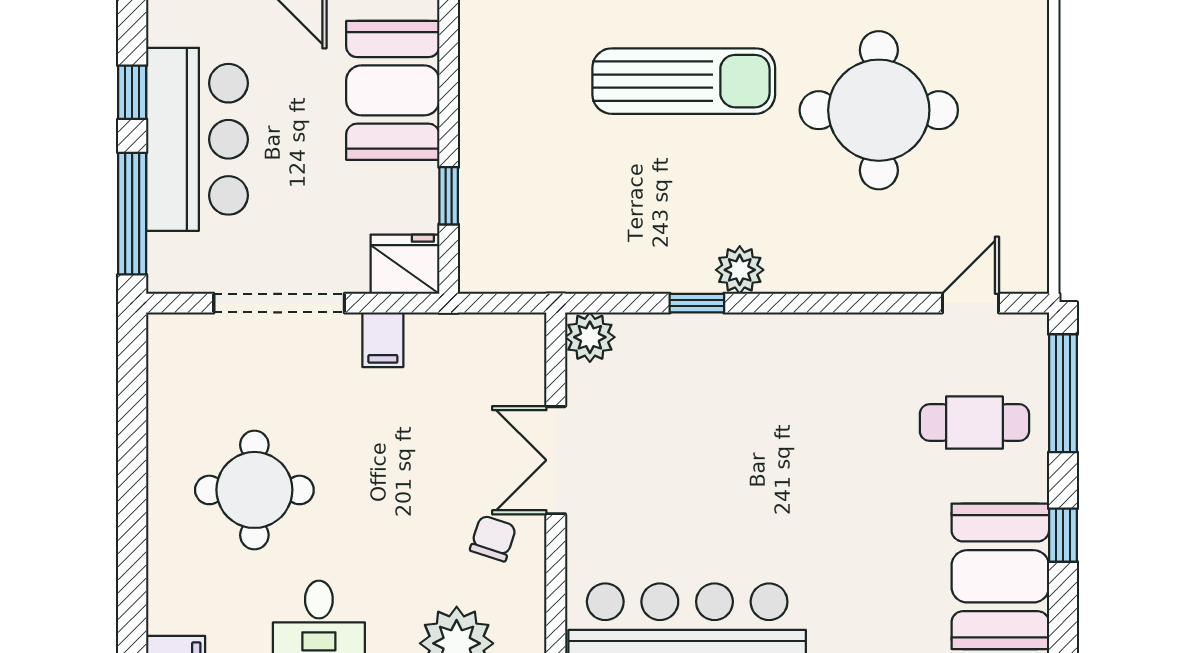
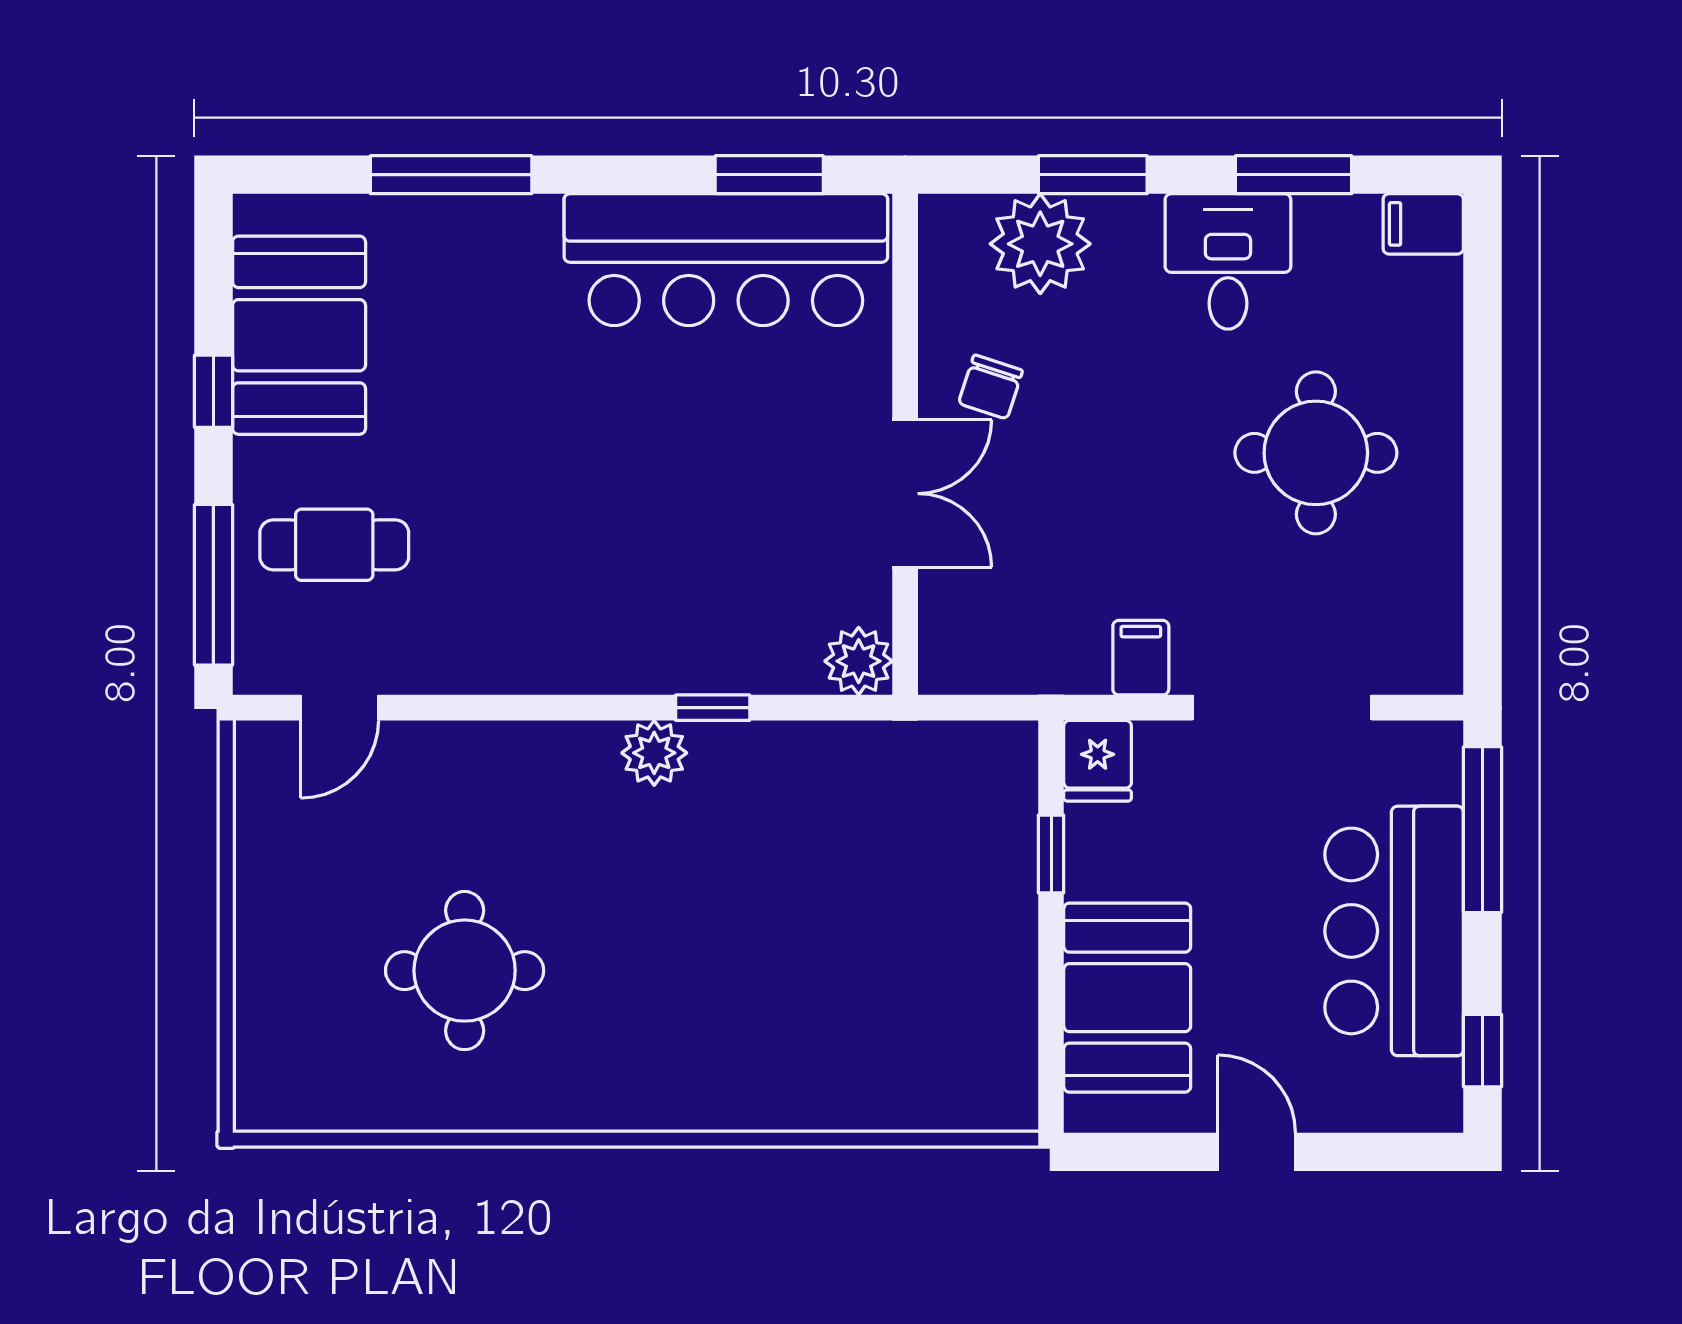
sun lounger: (684, 81) -> (731, 1010), removed
window: (132, 92) -> (1483, 1051), moved
round table: (879, 110) -> (465, 971), width x0.73, depth x0.73
fridge: (405, 264) -> (1098, 761), width x0.72

